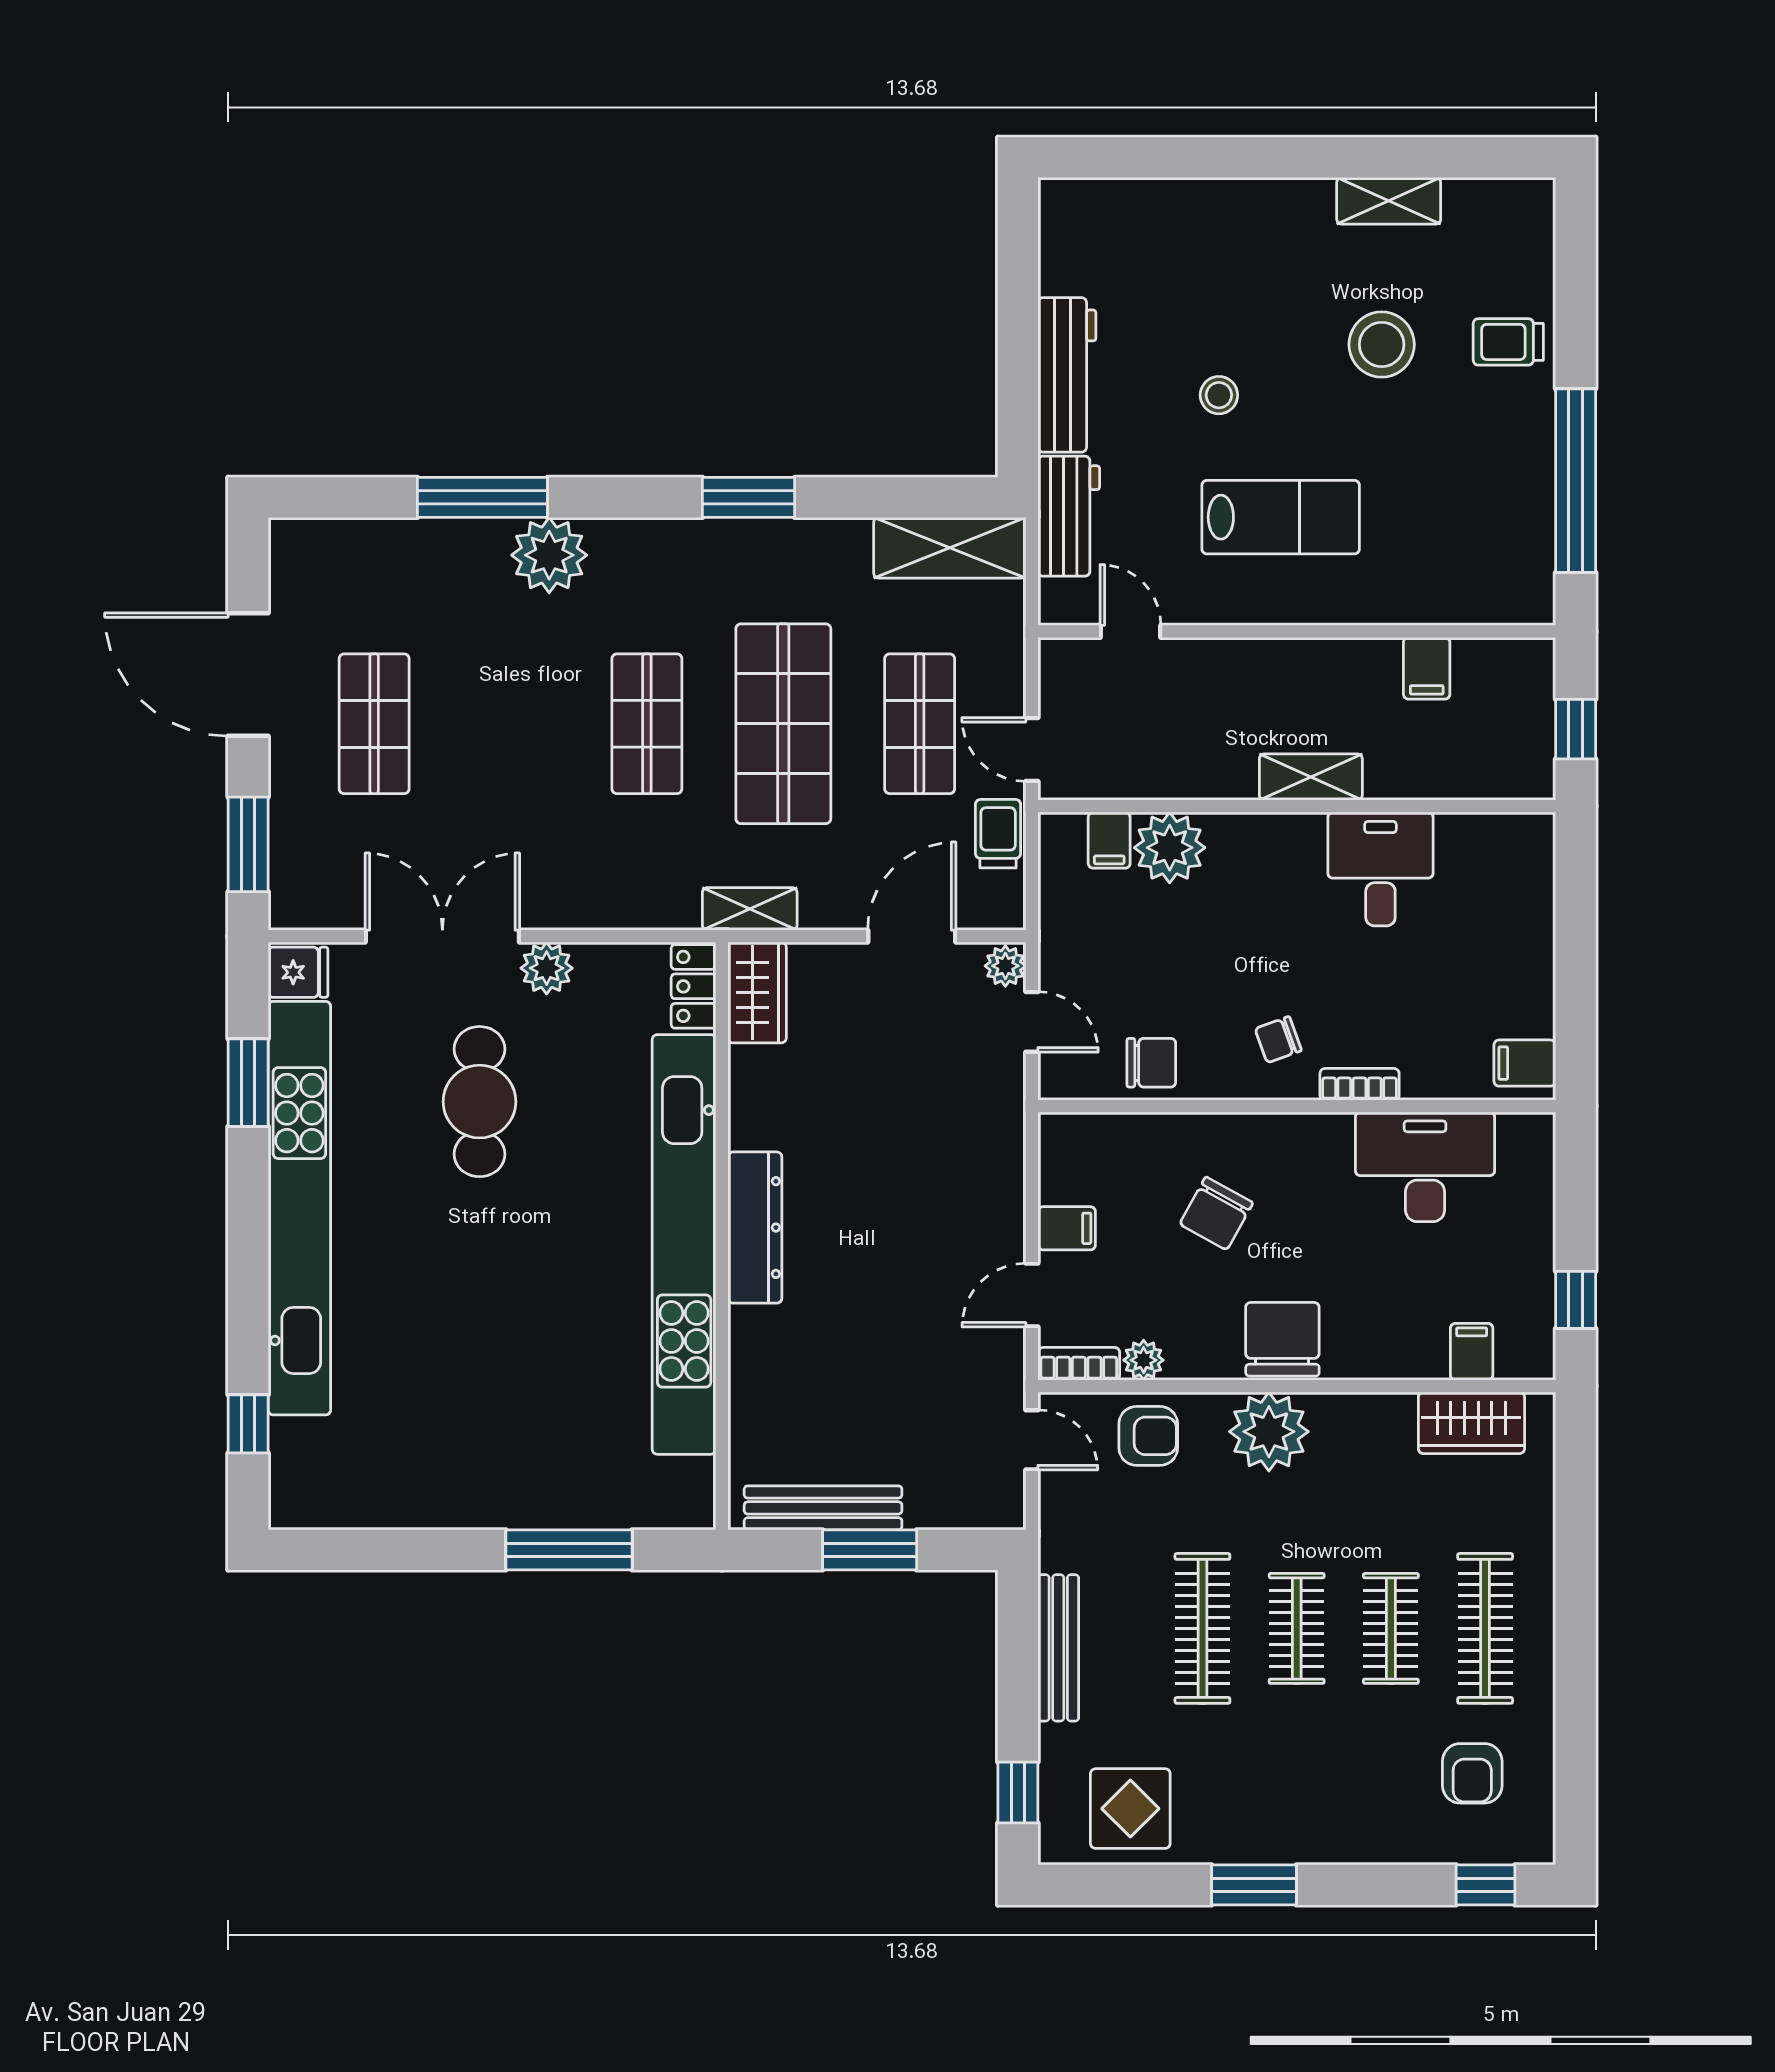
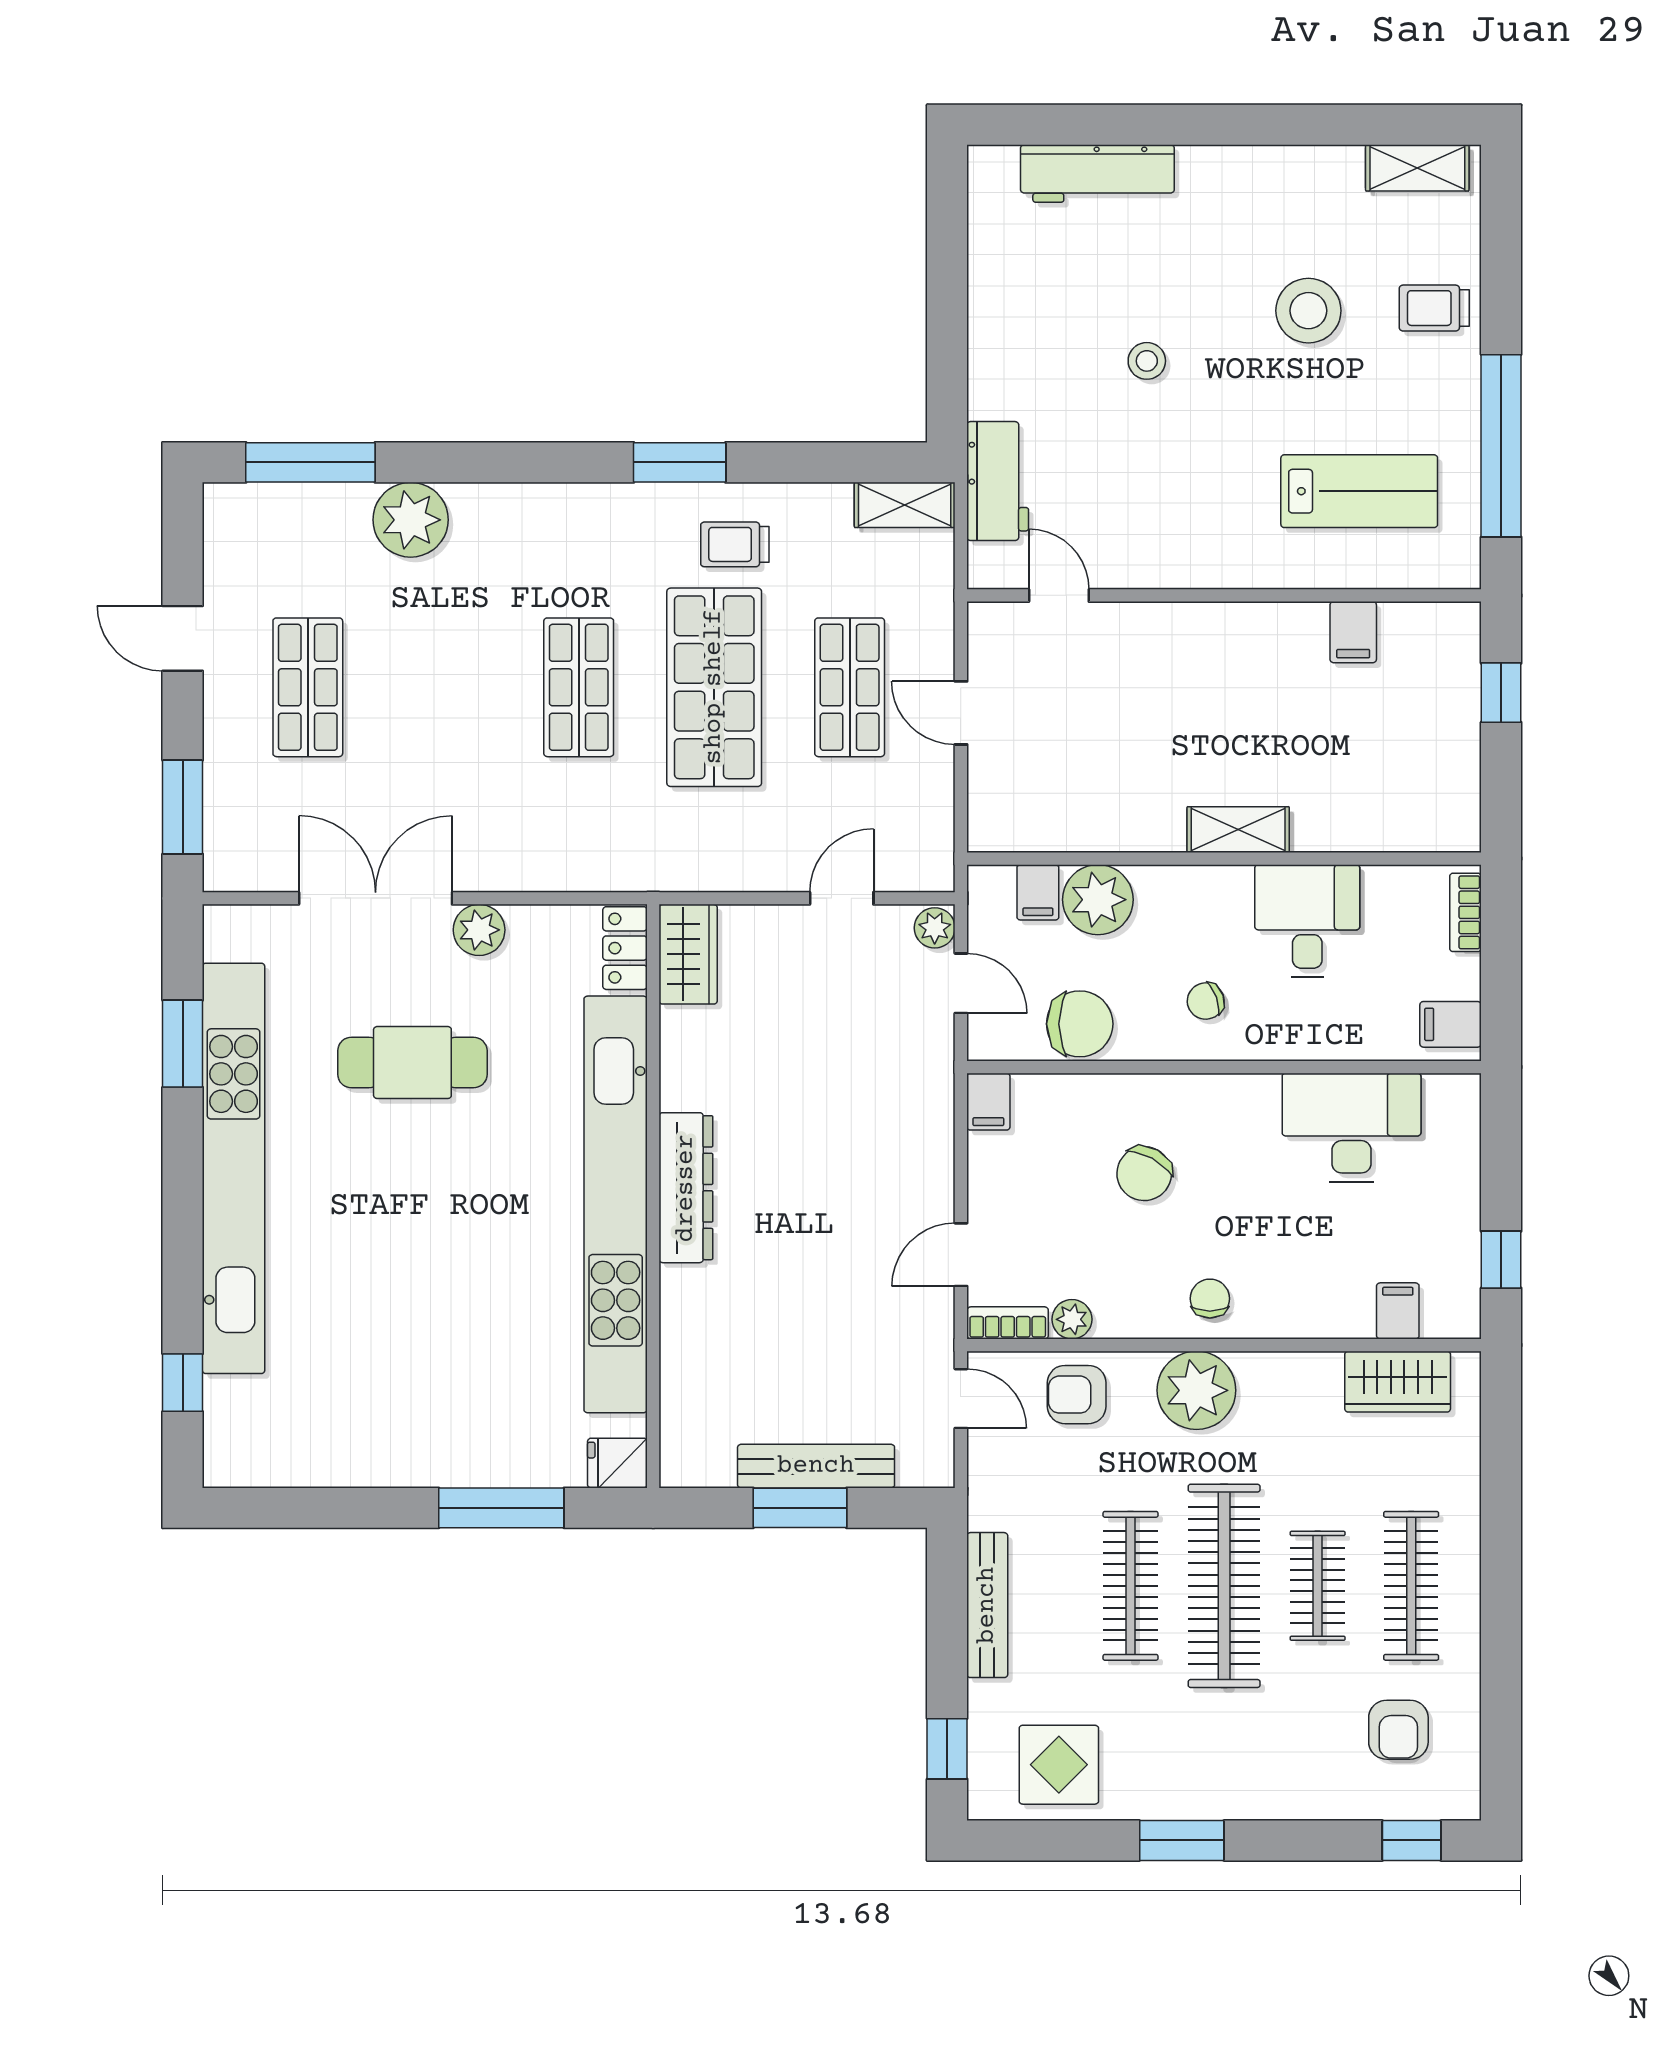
shelving: (1389, 201) -> (1417, 168), moved
workbench: (1067, 375) -> (1097, 174), moved, turned 90
window: (482, 497) -> (310, 462), moved
lab bench: (1281, 517) -> (1359, 491), moved
shelving: (950, 548) -> (905, 505), width x0.67, depth x0.75
plant: (549, 555) -> (411, 520), moved
door: (248, 675) -> (183, 638), width x0.53
shelving: (1311, 777) -> (1238, 830), moved
wall: (1297, 806) -> (1224, 859), moved
trolley: (998, 834) -> (735, 544), moved, turned -90
filing cabinet: (1109, 840) -> (1038, 892), moved
plant: (1170, 848) -> (1098, 900), moved
desk: (1380, 869) -> (1307, 921), moved
shelving: (750, 909) -> (681, 871), removed
door: (912, 936) -> (842, 898), width x0.73
fridge: (298, 972) -> (617, 1463), moved, turned 180
chair: (1151, 1063) -> (1080, 1024), width x1.37, depth x1.37
bookcase: (1360, 1084) -> (1465, 912), moved, turned -90
cafe table: (480, 1102) -> (412, 1063), turned 90
filing cabinet: (1067, 1228) -> (988, 1102), moved, turned 90
chair: (1282, 1339) -> (1210, 1299), width x0.54, depth x0.54
armchair: (1148, 1436) -> (1077, 1395), turned 180
bench: (823, 1508) -> (816, 1466), moved
clothes rail: (1297, 1628) -> (1224, 1586), width x1.86, depth x1.31

